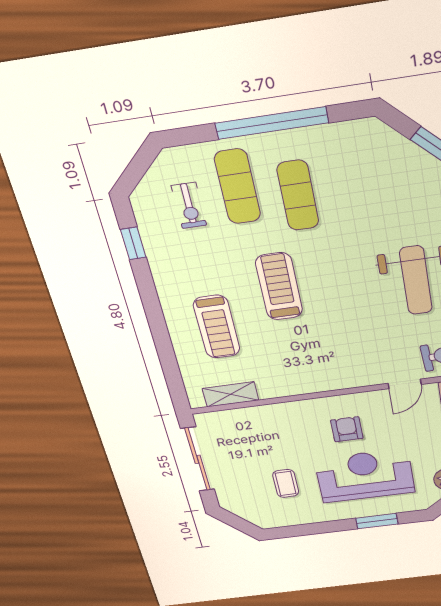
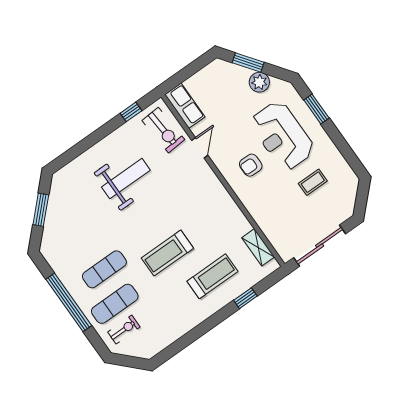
exercise bike: (189, 206) -> (124, 330), moved
window: (133, 243) -> (245, 298), moved
door: (405, 384) -> (200, 148), hinge flipped

